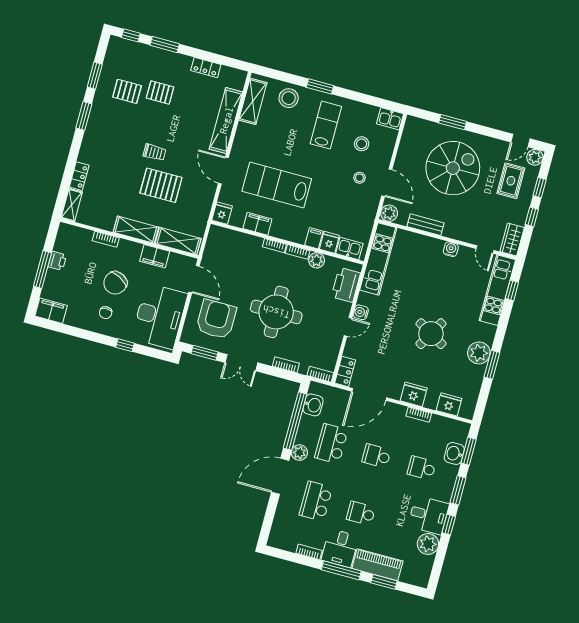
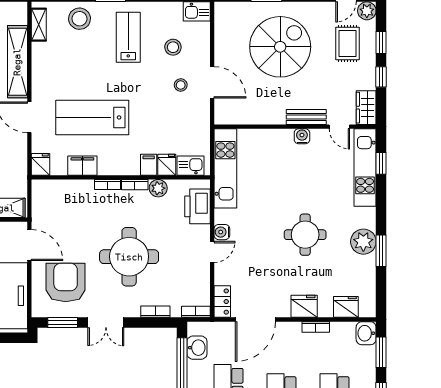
shelving: (253, 101) -> (39, 25), width x0.67, depth x0.75
plant: (389, 213) -> (224, 115), removed
bench: (425, 225) -> (306, 117), moved
round table: (431, 334) -> (305, 235), turned -30
washbasin: (454, 453) -> (366, 333), moved

